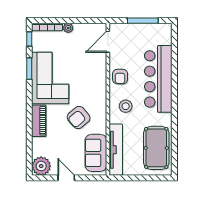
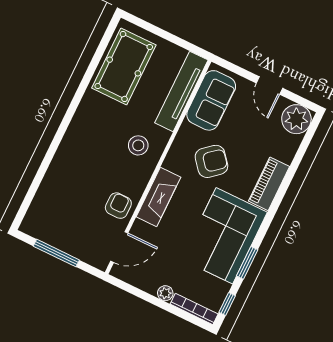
armchair: (120, 77) -> (118, 206), moved
bar counter: (158, 79) -> (74, 161), removed
fireplace: (99, 82) -> (158, 197), added

